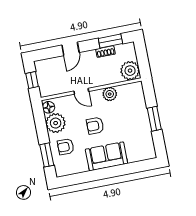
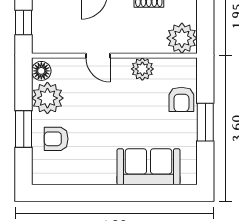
armchair: (95, 126) -> (181, 99), moved, turned -90
window: (47, 155) -> (24, 129), moved
sofa: (106, 156) -> (148, 167), moved

